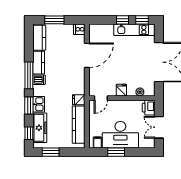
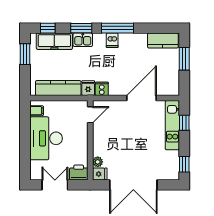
window: (122, 20) -> (184, 123), moved
cooker: (79, 29) -> (102, 89), moved
kitchen unit: (134, 30) -> (172, 125), moved
door: (87, 55) -> (142, 98), swing flipped
kitchen counter: (39, 63) -> (133, 40), removed
fridge: (121, 90) -> (100, 174), moved
door: (101, 98) -> (90, 115), swing flipped
window: (116, 152) -> (25, 133), removed

